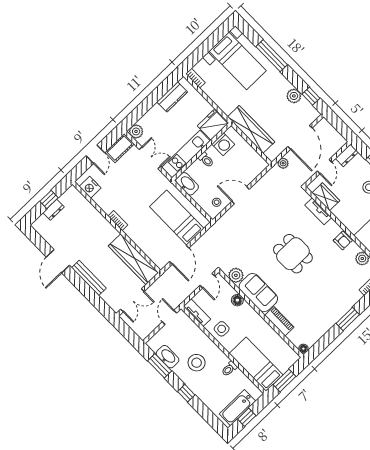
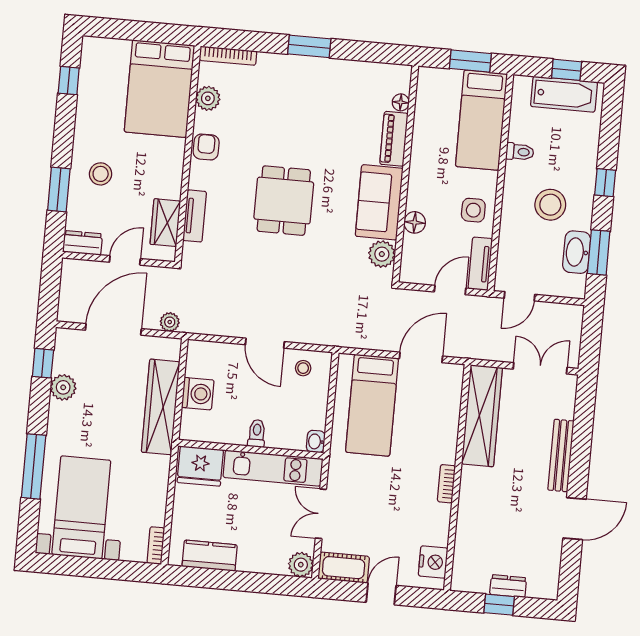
washing machine: (223, 144) -> (198, 394), moved, turned 90
washbasin: (187, 184) -> (316, 442), width x0.52, depth x0.69
door: (207, 281) -> (450, 290), moved
floor lamp: (303, 349) -> (401, 102), moved

